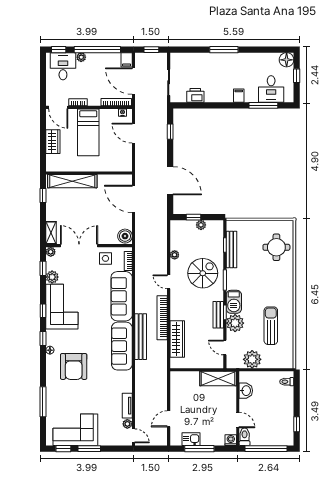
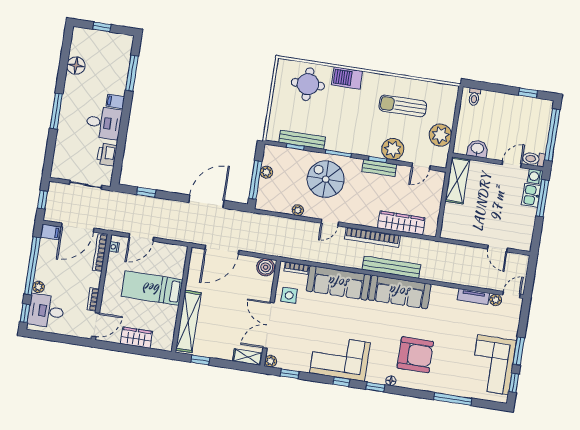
floor lamp: (287, 60) -> (76, 66), moved
desk: (271, 89) -> (104, 123), moved
bed: (88, 132) -> (152, 288), moved, turned 180
window: (193, 217) -> (255, 180), width x2.17
plant: (52, 277) -> (302, 364), removed
barbecue: (234, 302) -> (347, 78), moved, turned 180
kitchen sink: (191, 439) -> (531, 195), moved
window: (199, 449) -> (542, 198), moved

